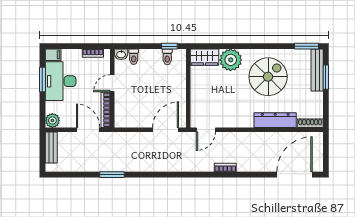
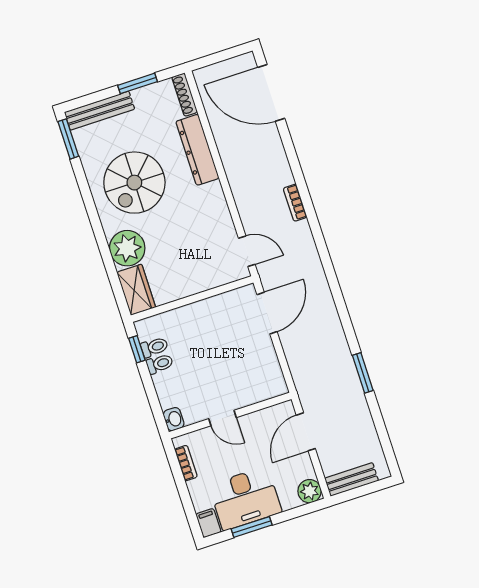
toilet: (134, 57) -> (160, 364), moved
spiral stairs: (268, 77) -> (134, 183), turned -90
window: (326, 77) -> (138, 83), moved
bookcase: (106, 110) -> (267, 415), removed
door: (166, 130) -> (267, 313), swing flipped

